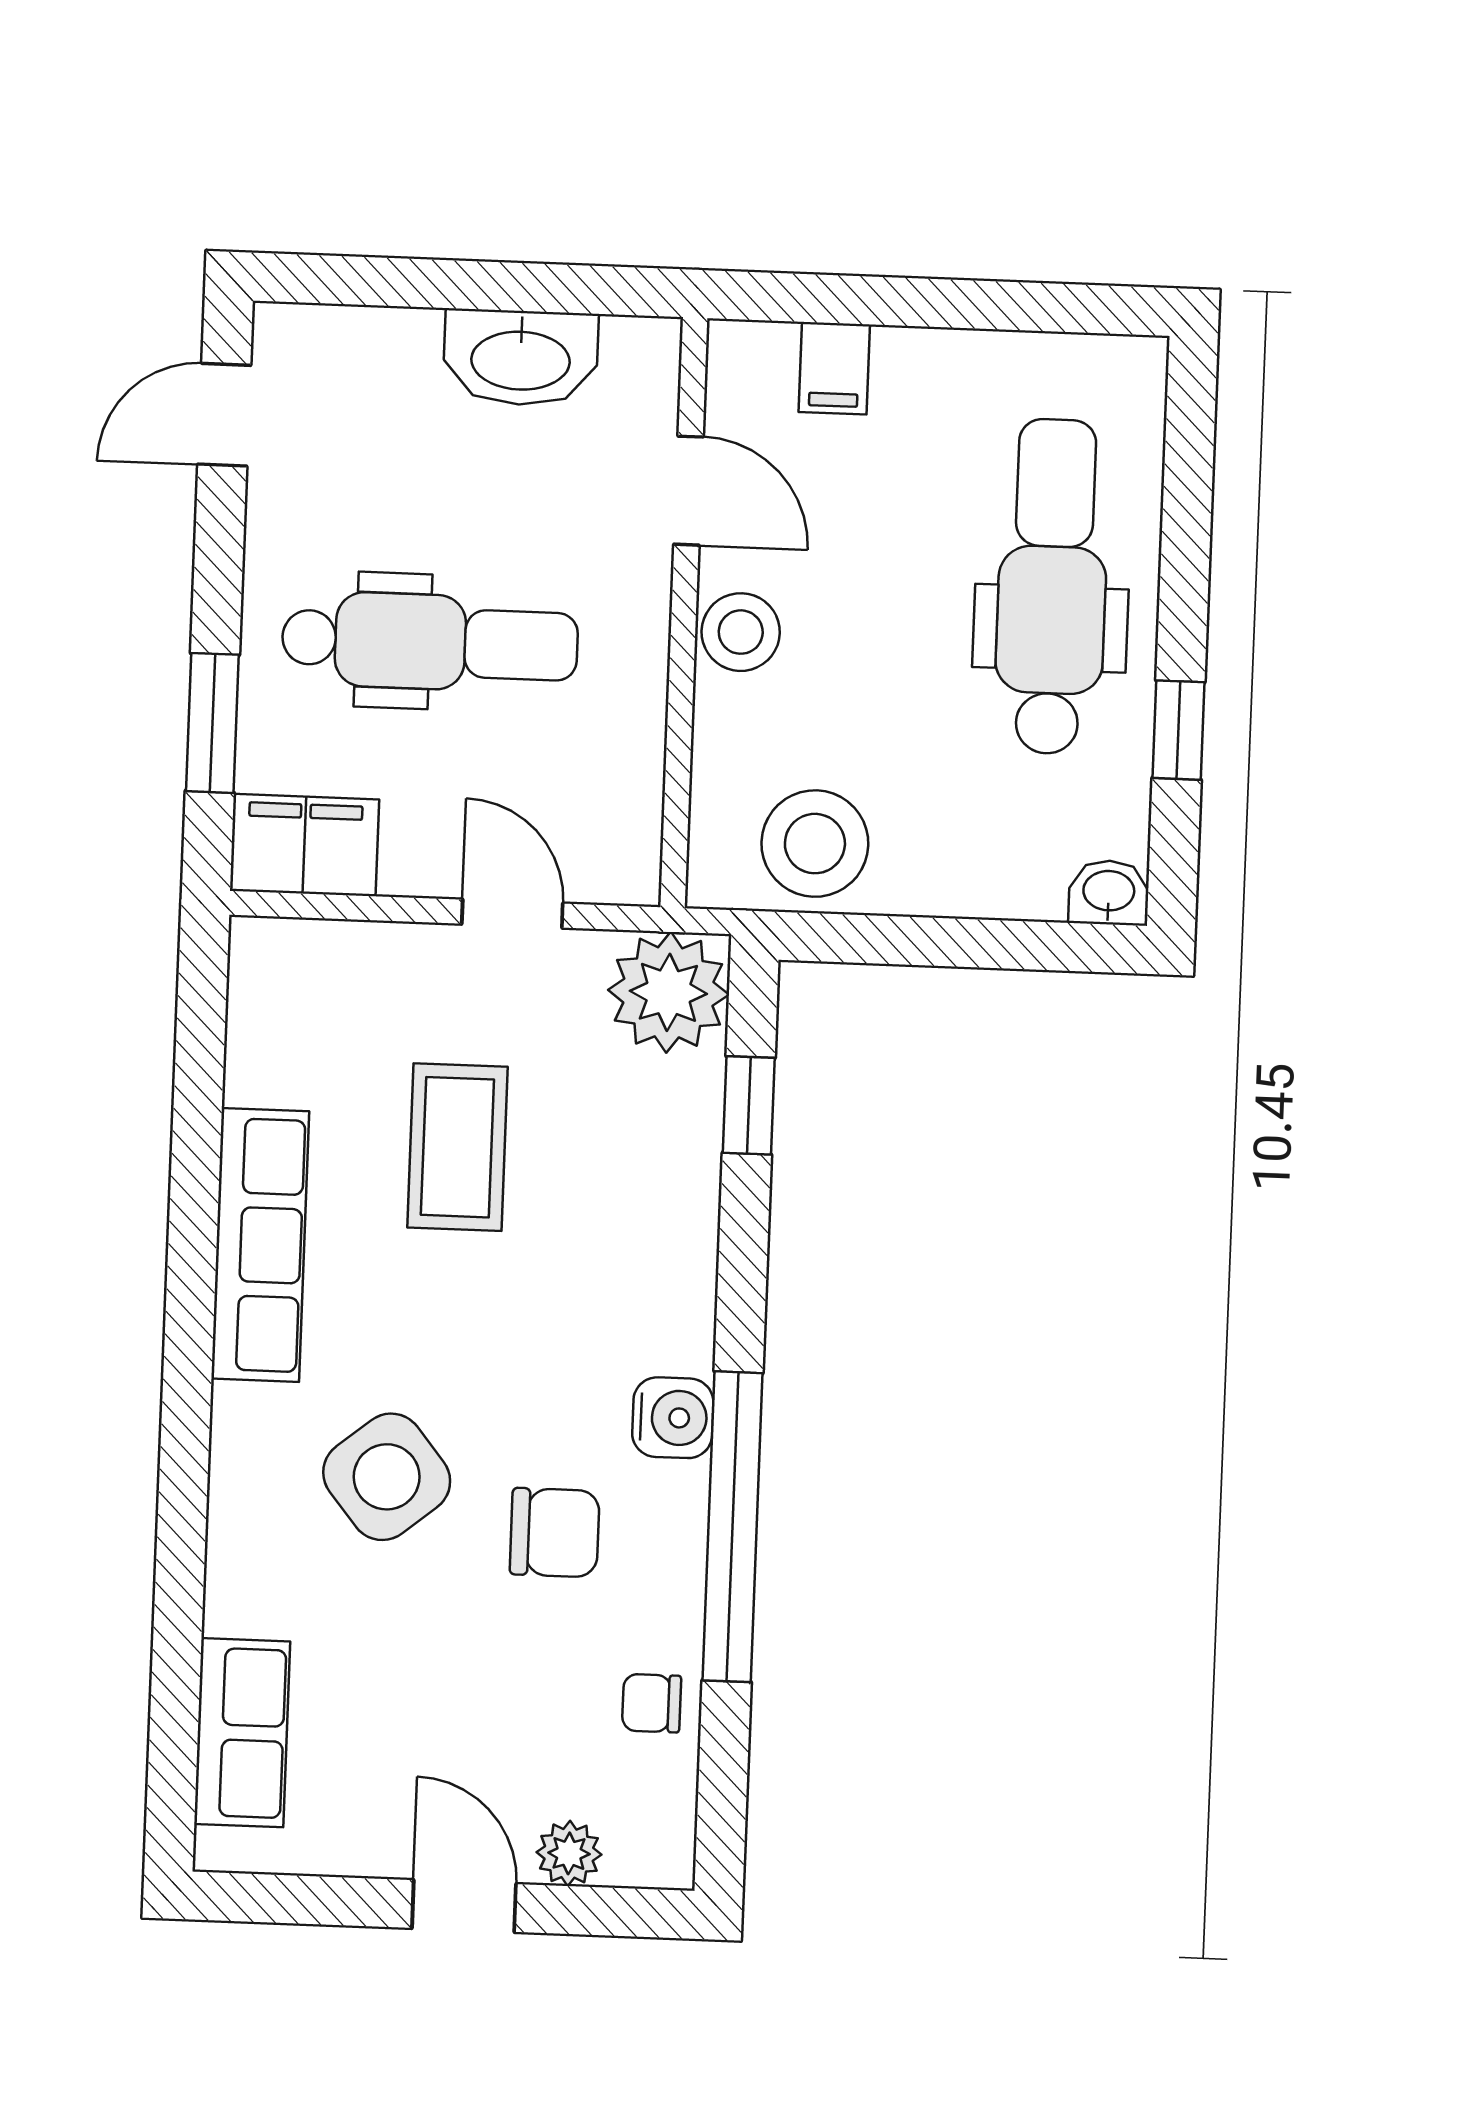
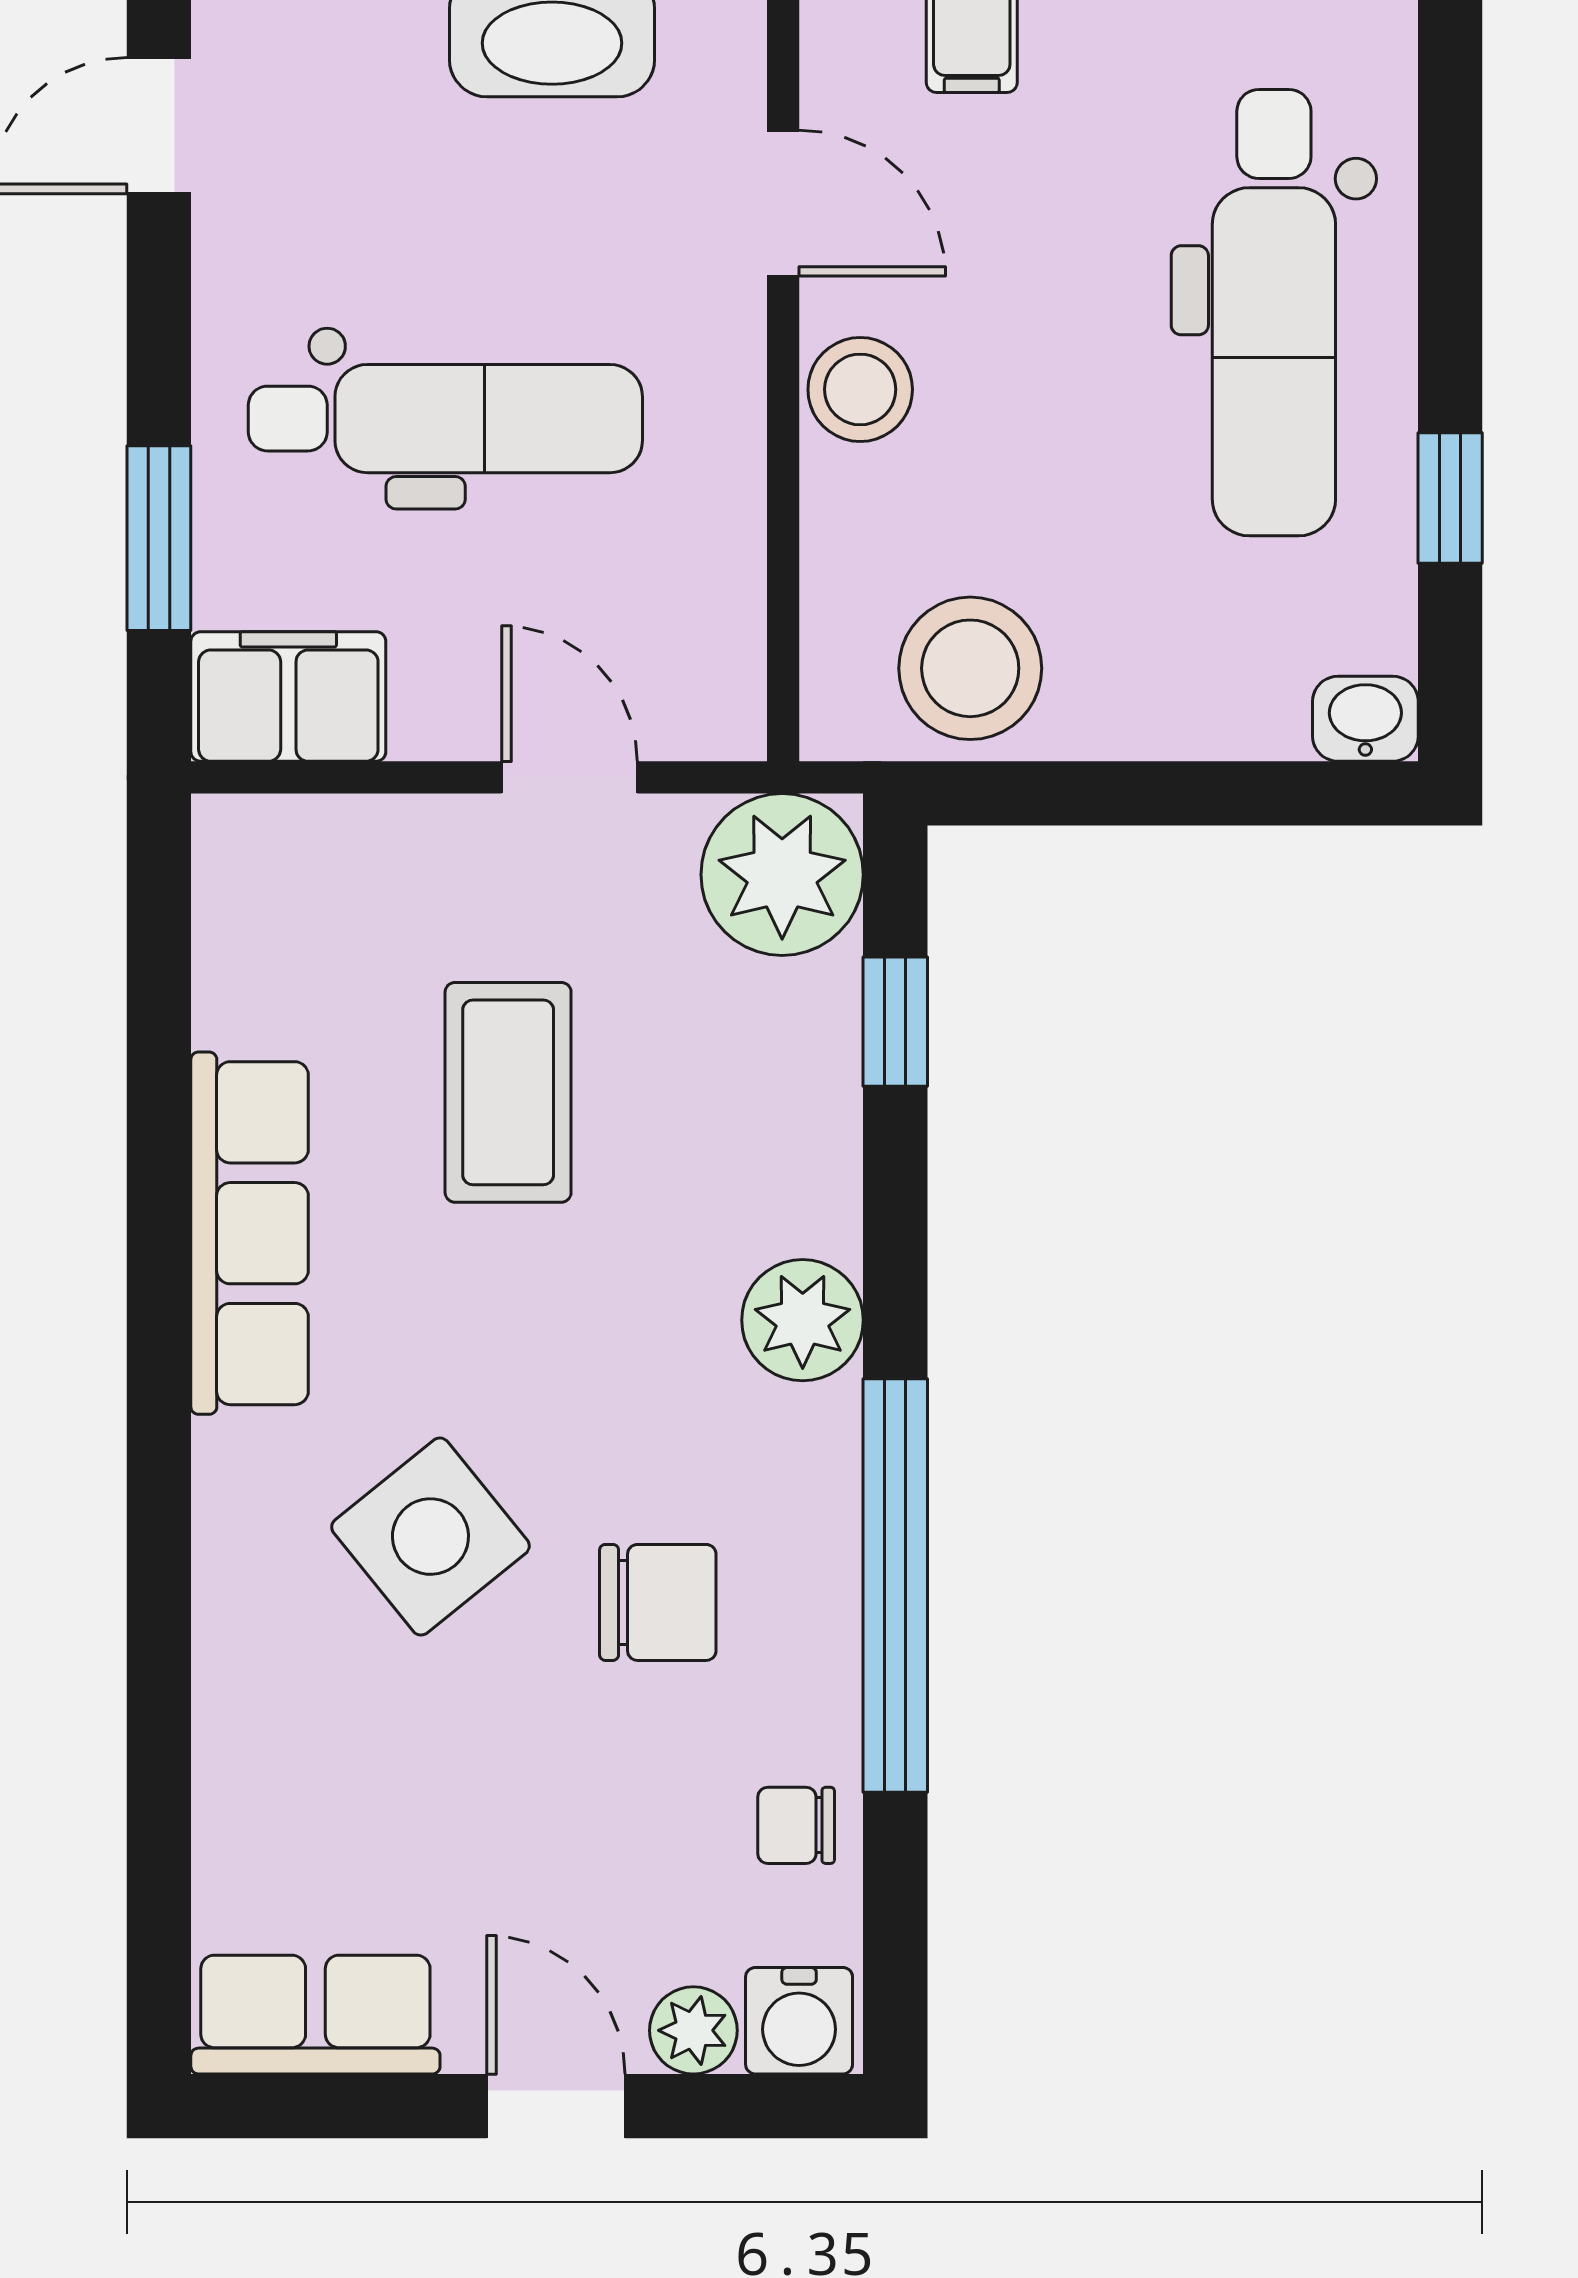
dental chair: (1052, 586) -> (1274, 313), turned 180
plant: (671, 1326) -> (803, 1320), added
water cooler: (673, 1418) -> (799, 2021), moved, turned 90
row of seats: (242, 1733) -> (315, 2015), moved, turned -90

